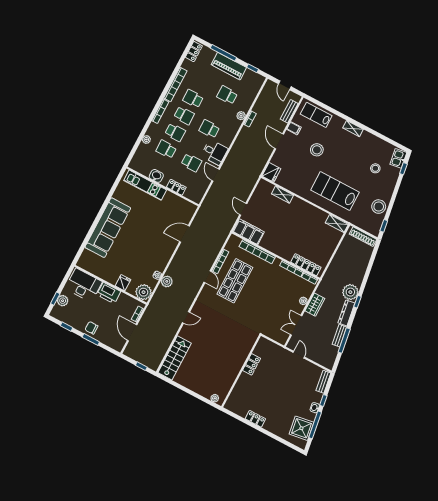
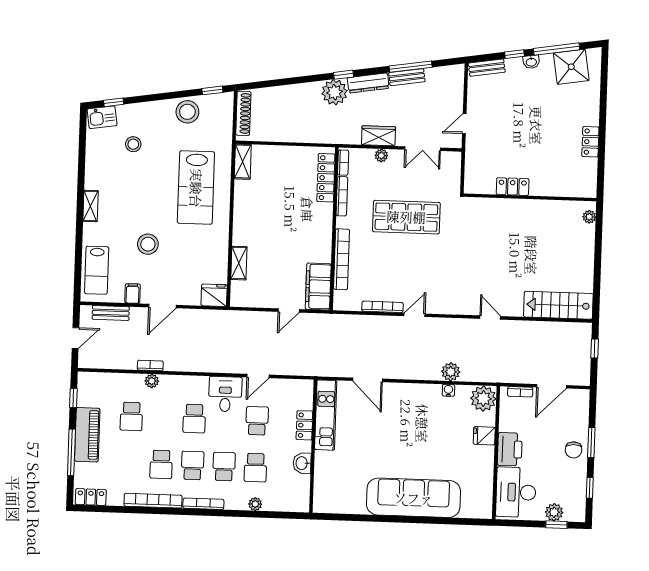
kitchen unit: (145, 185) -> (326, 415), moved
shop shelf: (235, 281) -> (406, 217), moved

